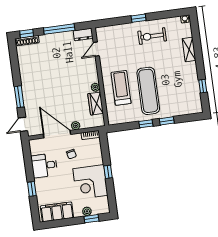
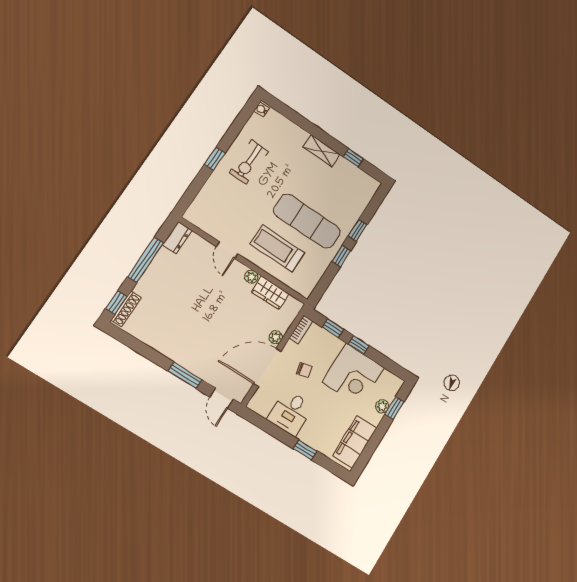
door: (96, 49) -> (227, 250), moved
shelving: (189, 50) -> (321, 151), moved
window: (105, 151) -> (333, 328), added

